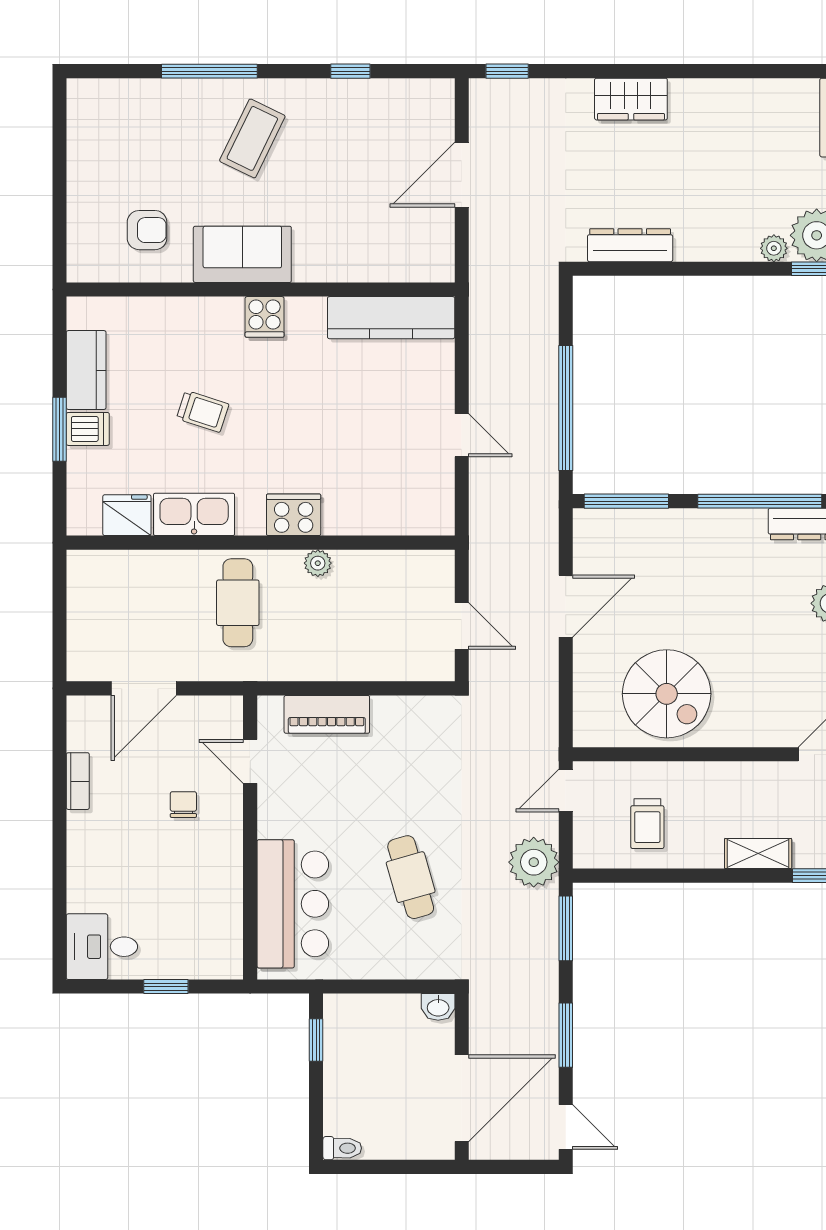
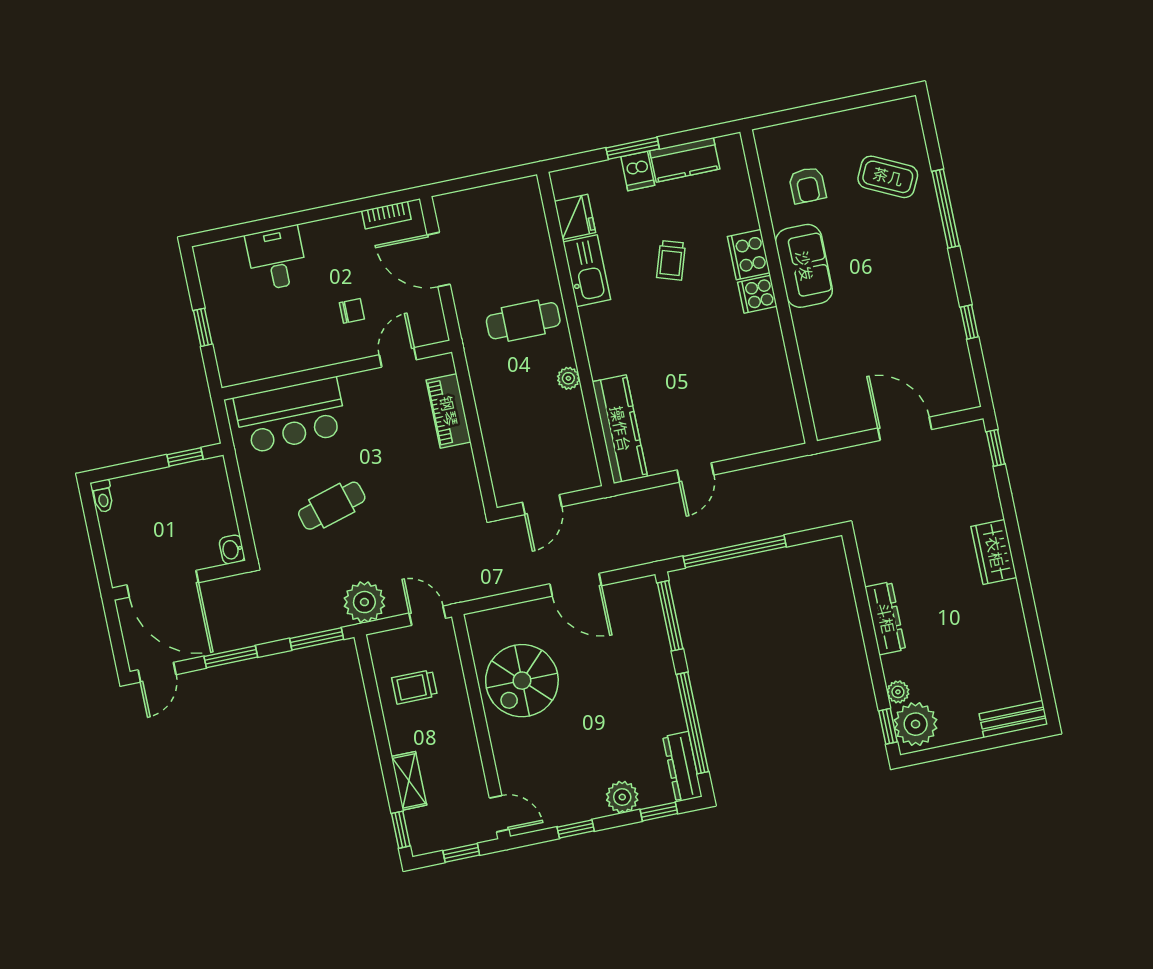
coffee table: (252, 138) -> (888, 177), moved
dresser: (630, 245) -> (885, 618), moved
kitchen counter: (391, 318) -> (620, 429), moved, turned 180
cooker: (294, 515) -> (749, 255), moved, turned 180
bookcase: (78, 781) -> (386, 215), moved
desk: (102, 947) -> (277, 258), moved

